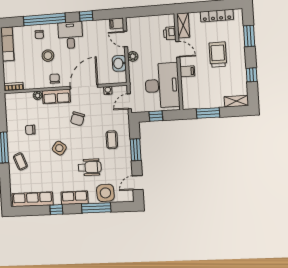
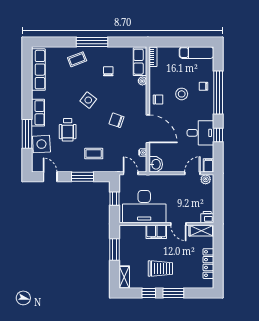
printer: (170, 33) -> (207, 217), moved
desk: (70, 35) -> (200, 133), moved
window: (249, 36) -> (173, 293), moved
door: (178, 49) -> (178, 224), hinge flipped
trolley: (218, 55) -> (160, 268), moved
plant: (133, 56) -> (206, 179), moved
washbasin: (119, 63) -> (156, 164), moved, turned 90
filing cabinet: (187, 71) -> (156, 232), width x2.00
row of seats: (56, 96) -> (140, 62), moved
window: (56, 210) -> (27, 93), removed

